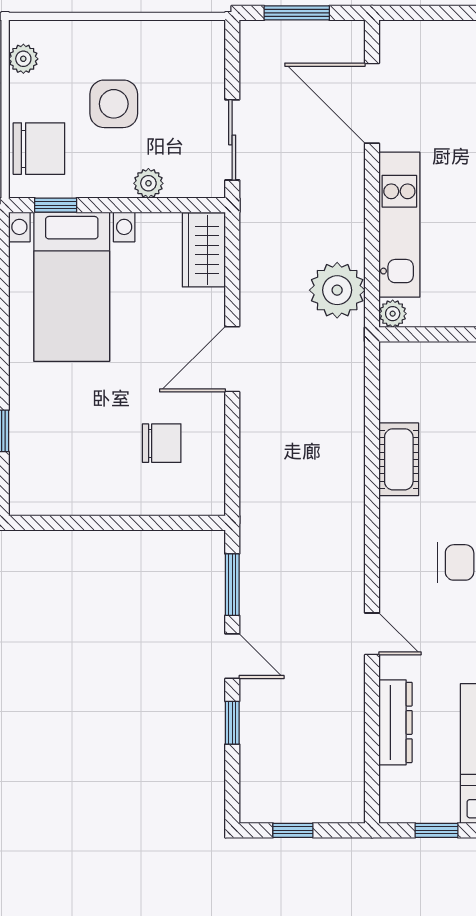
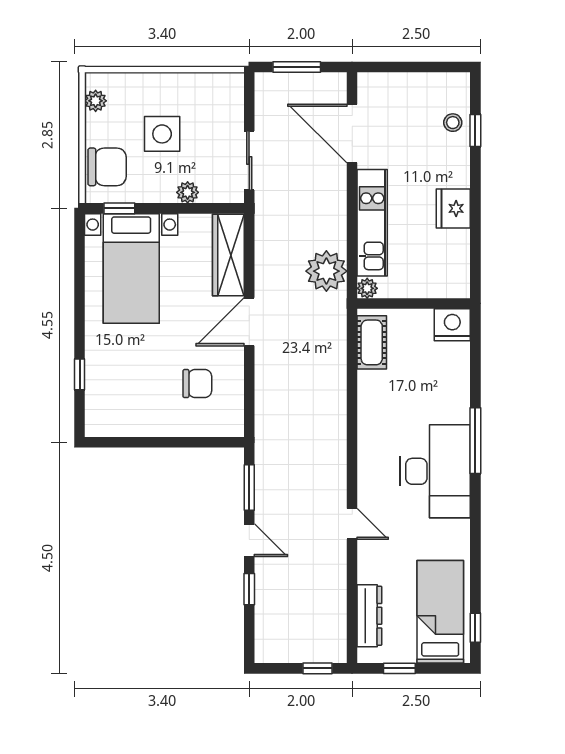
wardrobe: (204, 250) -> (228, 255), width x1.50
cot: (399, 459) -> (372, 342), moved
dresser: (396, 722) -> (369, 616), moved
window: (293, 830) -> (318, 668), moved

